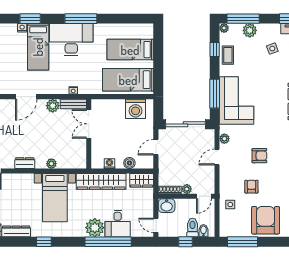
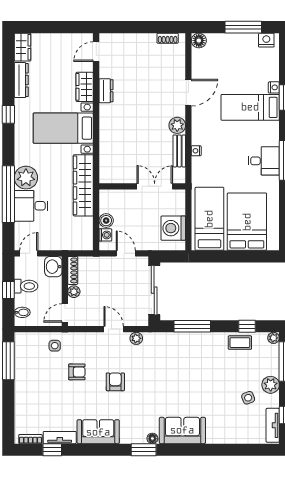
plant: (250, 30) -> (271, 385), moved
desk: (71, 40) -> (264, 161), width x0.53, depth x0.77
bed: (130, 50) -> (247, 222), width x1.50
door: (26, 97) -> (188, 93), swing flipped
corner sofa: (236, 100) -> (184, 353), removed
double door: (89, 124) -> (155, 186), moved
wall: (89, 134) -> (142, 186), moved
armchair: (259, 156) -> (115, 382), turned 180
plant: (51, 164) -> (105, 124), removed
washing machine: (109, 164) -> (105, 235), moved
wardrobe: (142, 180) -> (85, 87), moved
door: (204, 196) -> (65, 313), hinge flipped
armchair: (266, 220) -> (35, 389), removed
toilet: (192, 228) -> (26, 286), moved

